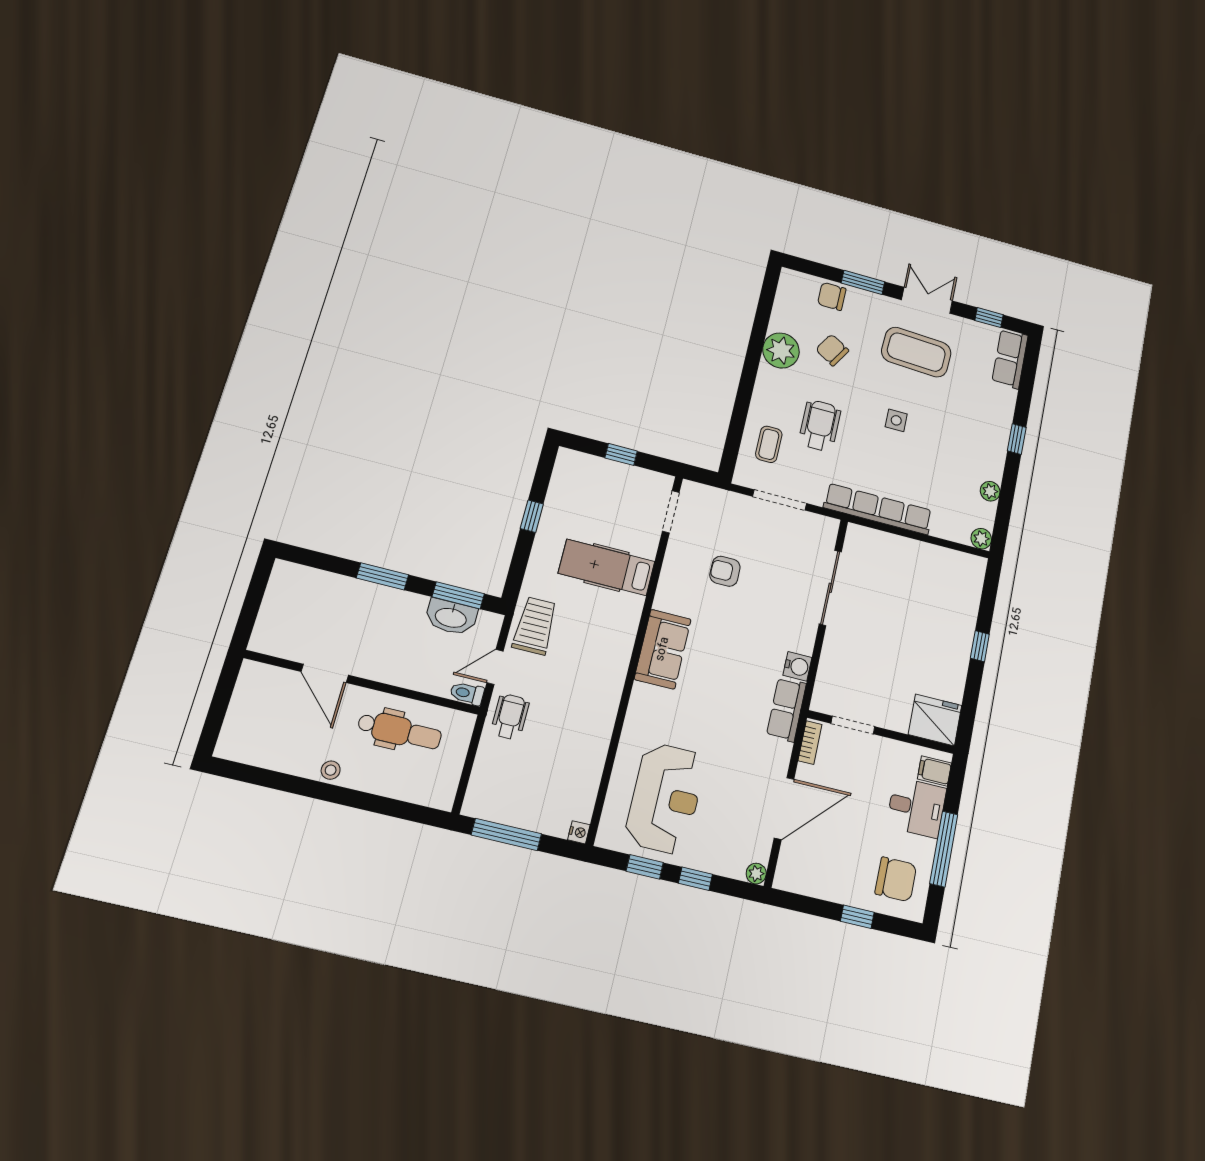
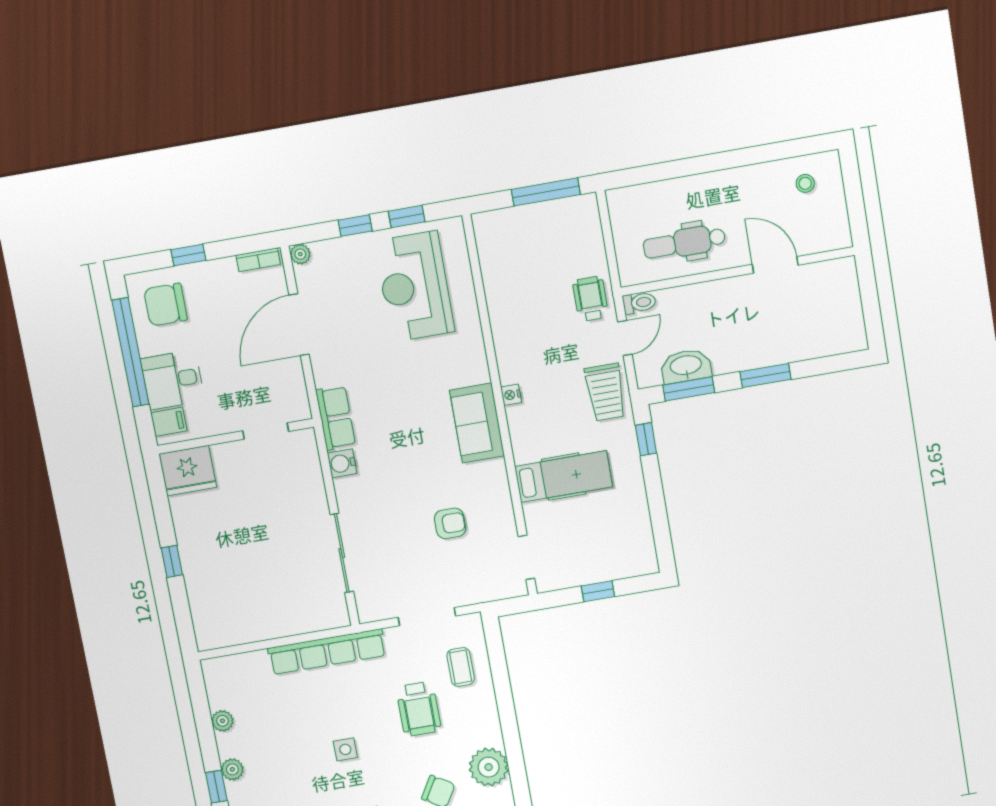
window: (532, 516) -> (646, 439), moved
plant: (981, 539) -> (232, 769), moved
wheelchair: (510, 717) -> (591, 299), turned 180
bookcase: (810, 743) -> (258, 260), moved, turned -90
stool: (331, 770) -> (805, 183), moved
nightstand: (579, 832) -> (511, 395), moved
window: (944, 849) -> (130, 352), width x1.46

